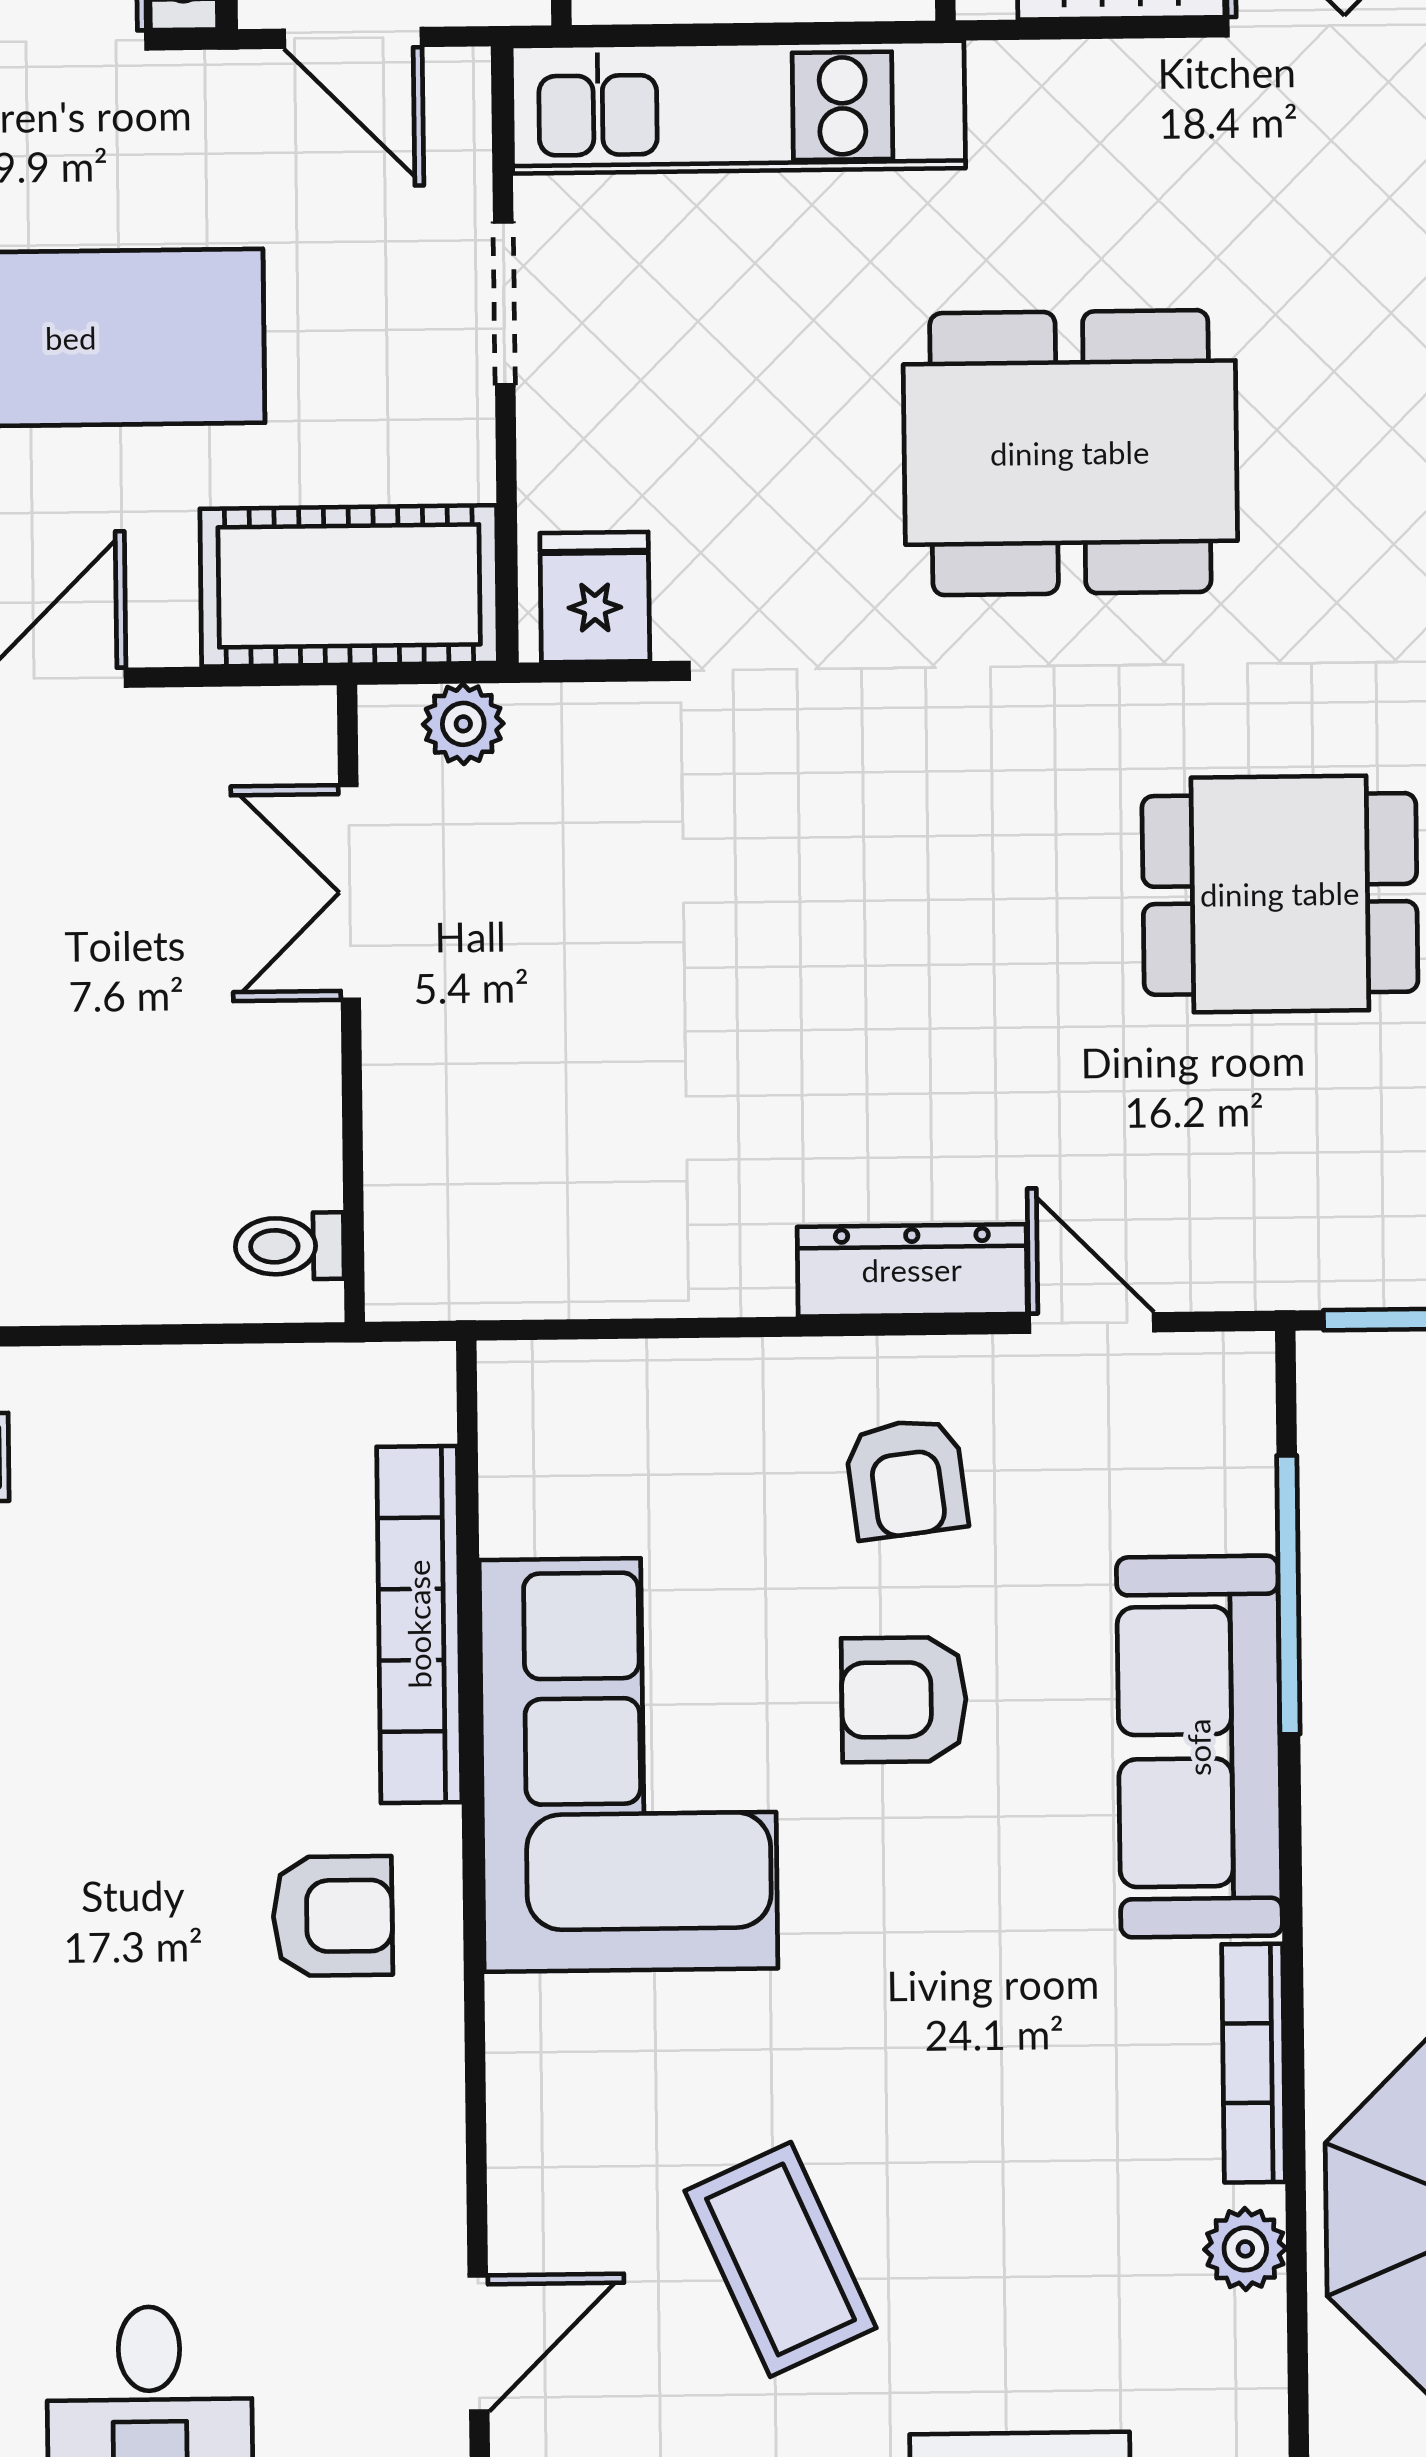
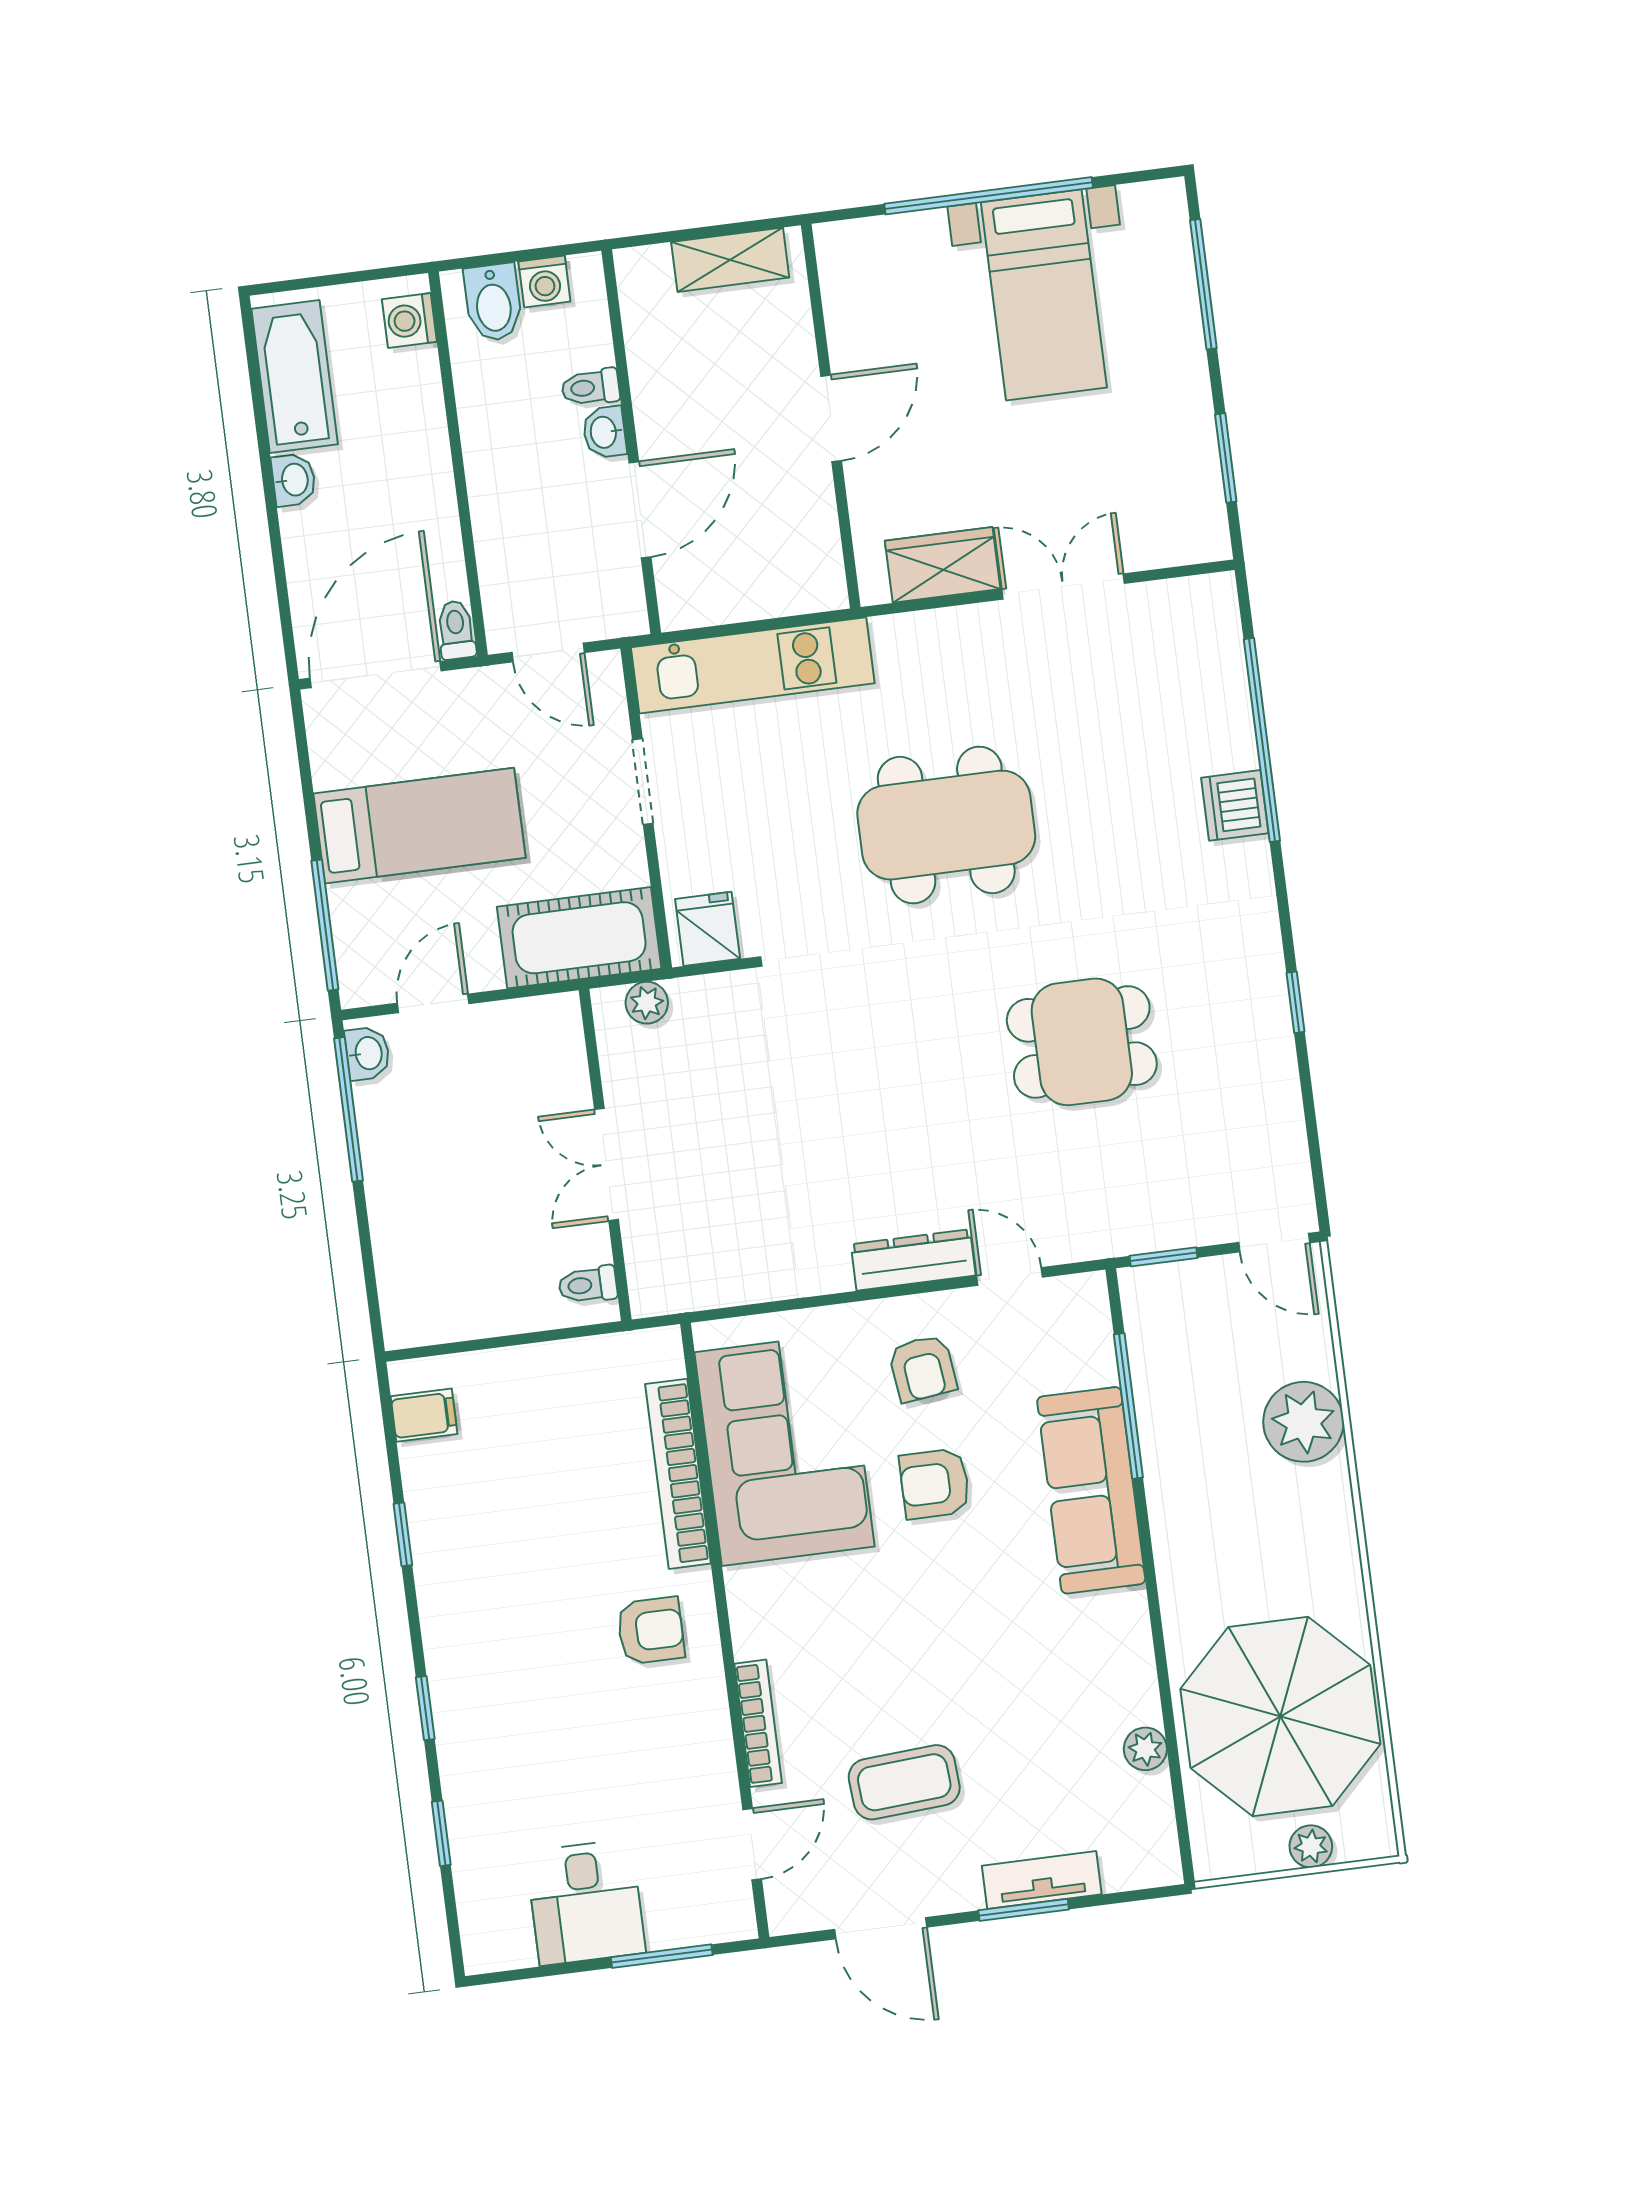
double door: (350, 892) -> (606, 1165), moved
corner sofa: (628, 1764) -> (785, 1449), moved
bookcase: (1253, 2063) -> (758, 1723), moved, turned 180
coffee table: (781, 2259) -> (904, 1782), turned -70

